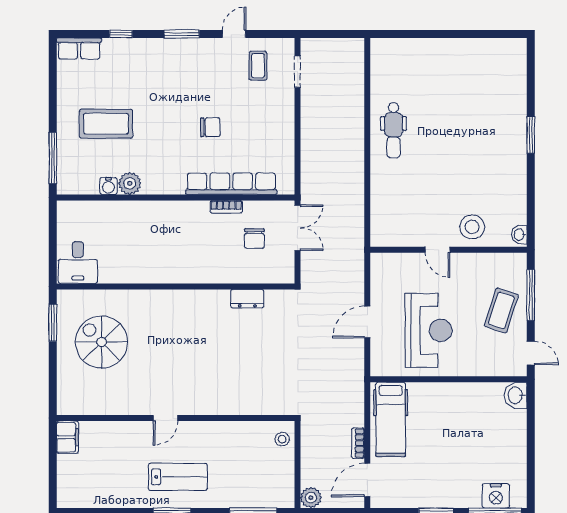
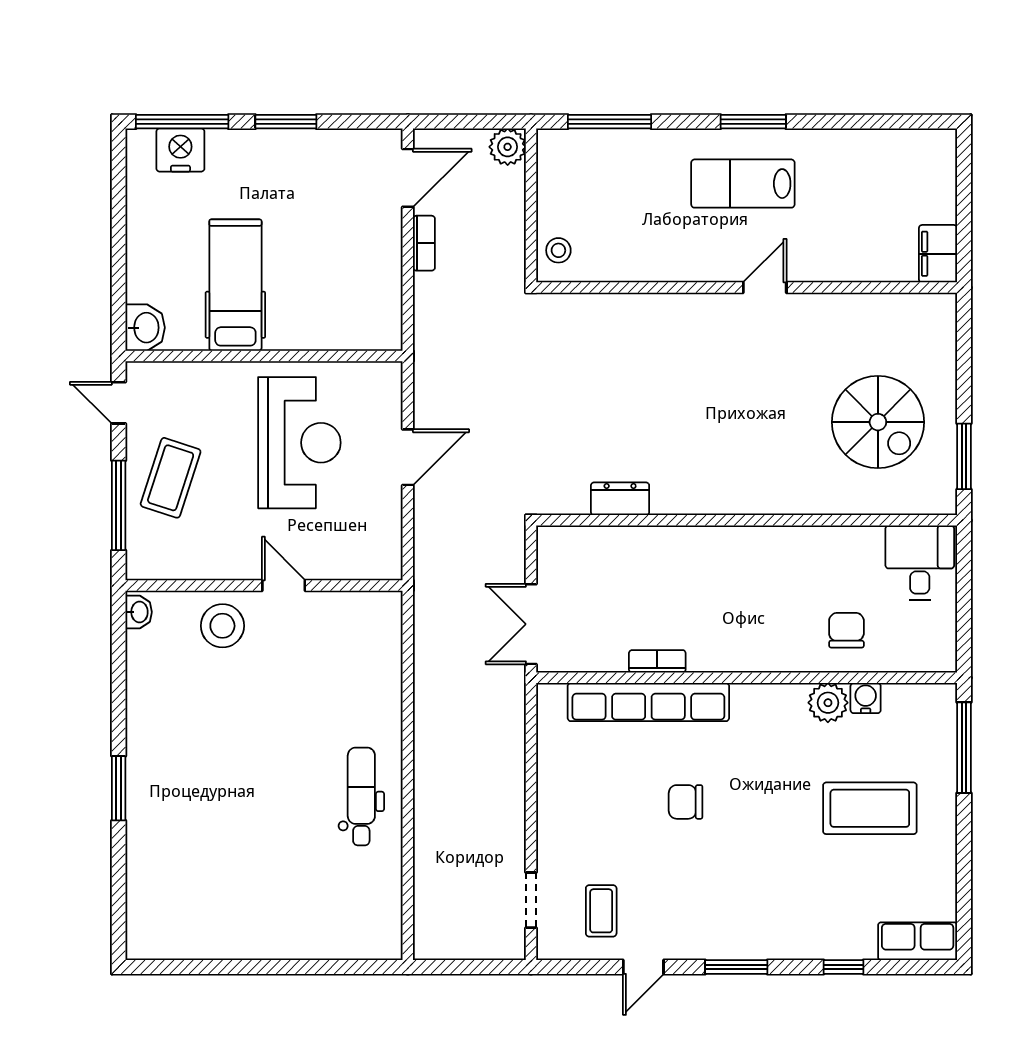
chair: (254, 238) -> (846, 630), moved
reception desk: (429, 330) -> (299, 443), turned 180
hospital bed: (391, 419) -> (235, 285), moved

